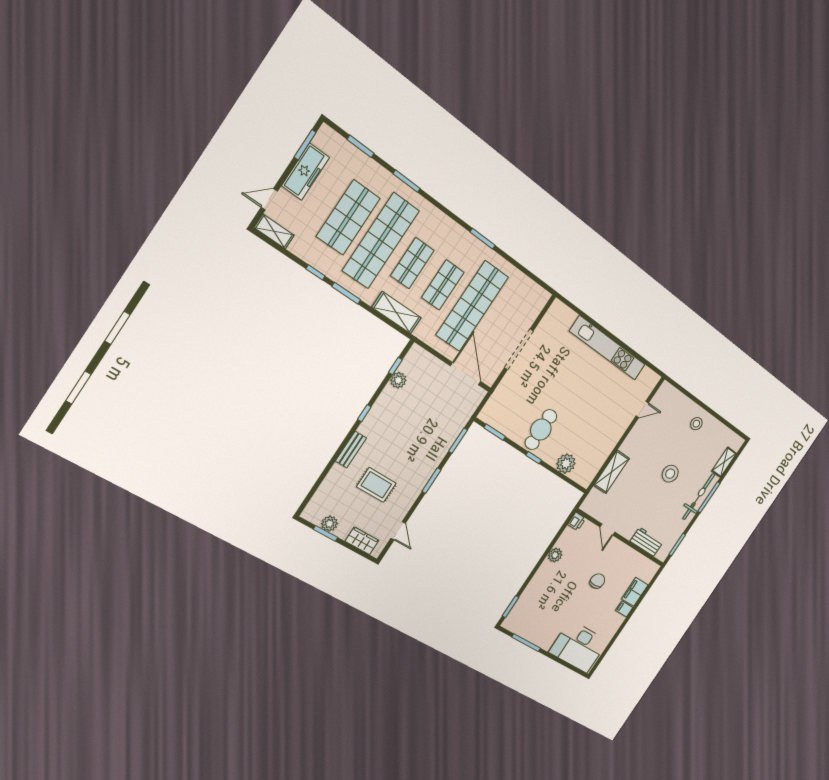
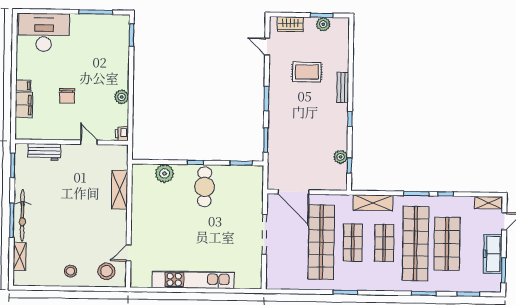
stool: (670, 474) -> (106, 271), moved

